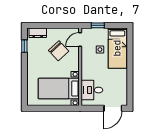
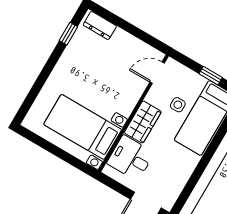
window: (98, 25) -> (211, 76), moved
chair: (59, 51) -> (115, 71), removed
wardrobe: (88, 68) -> (143, 122), added

